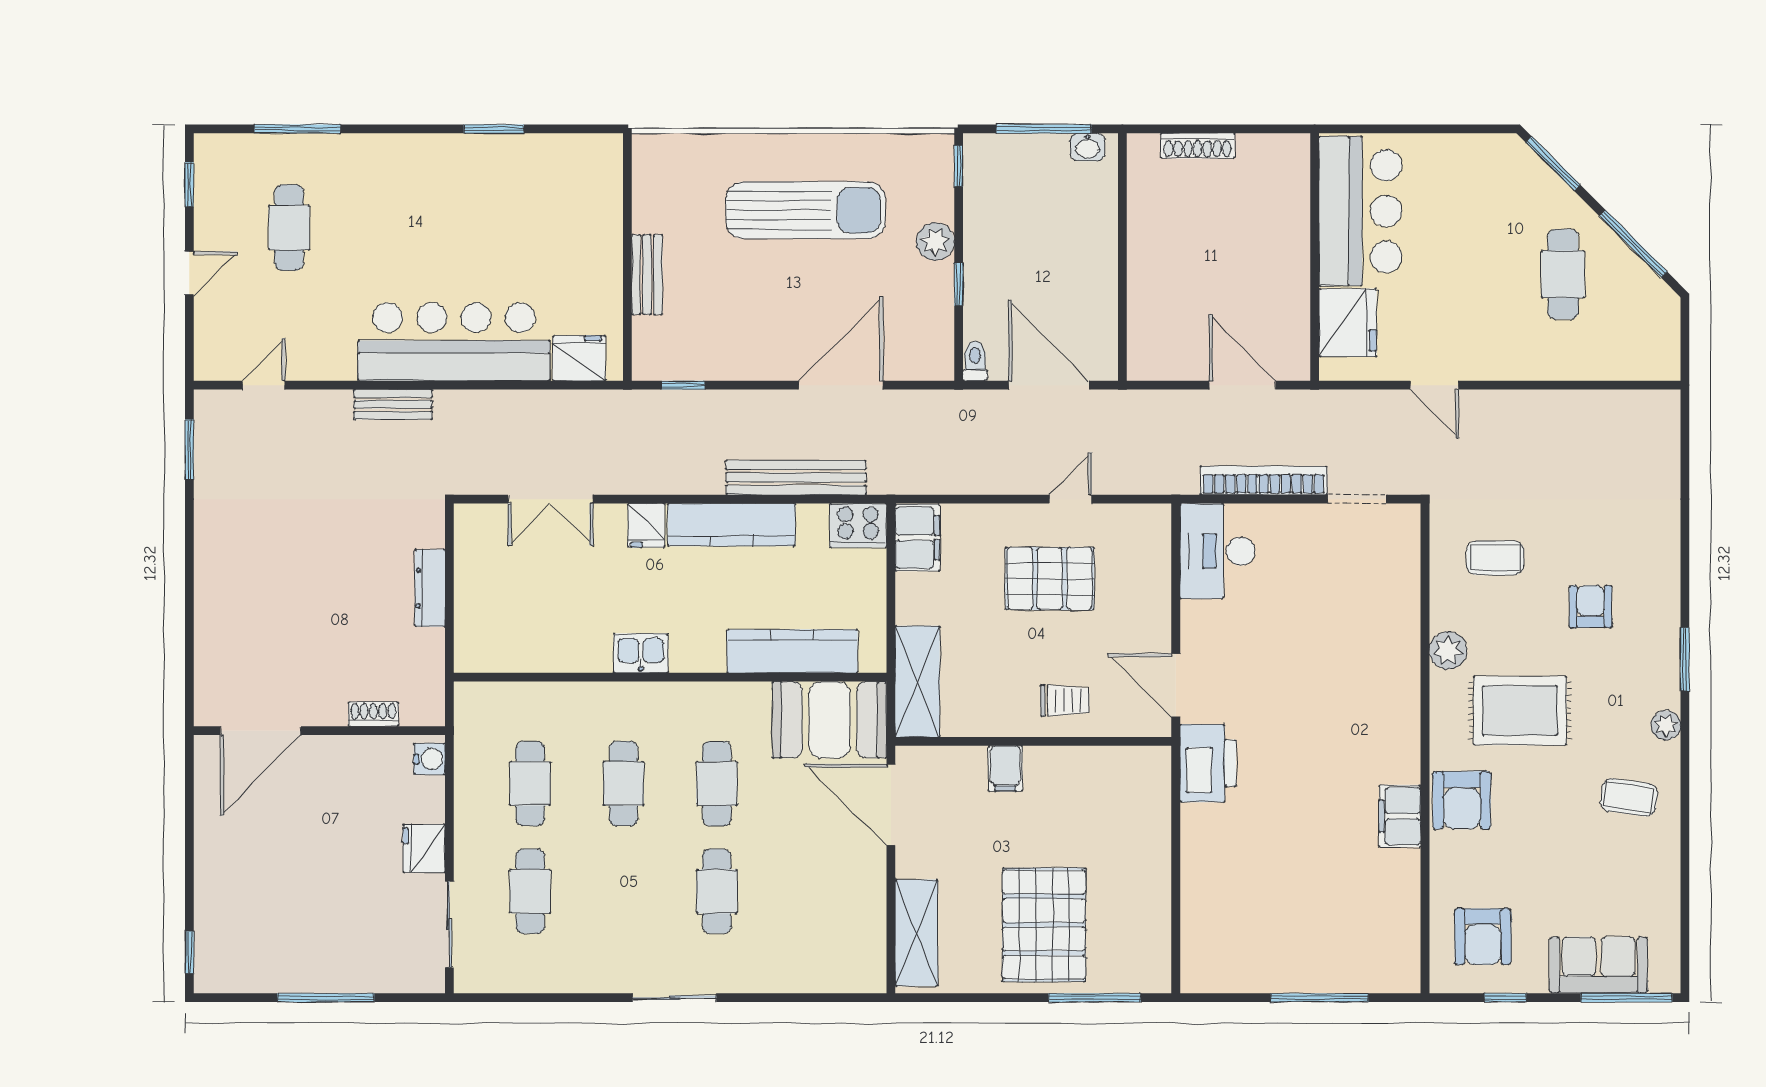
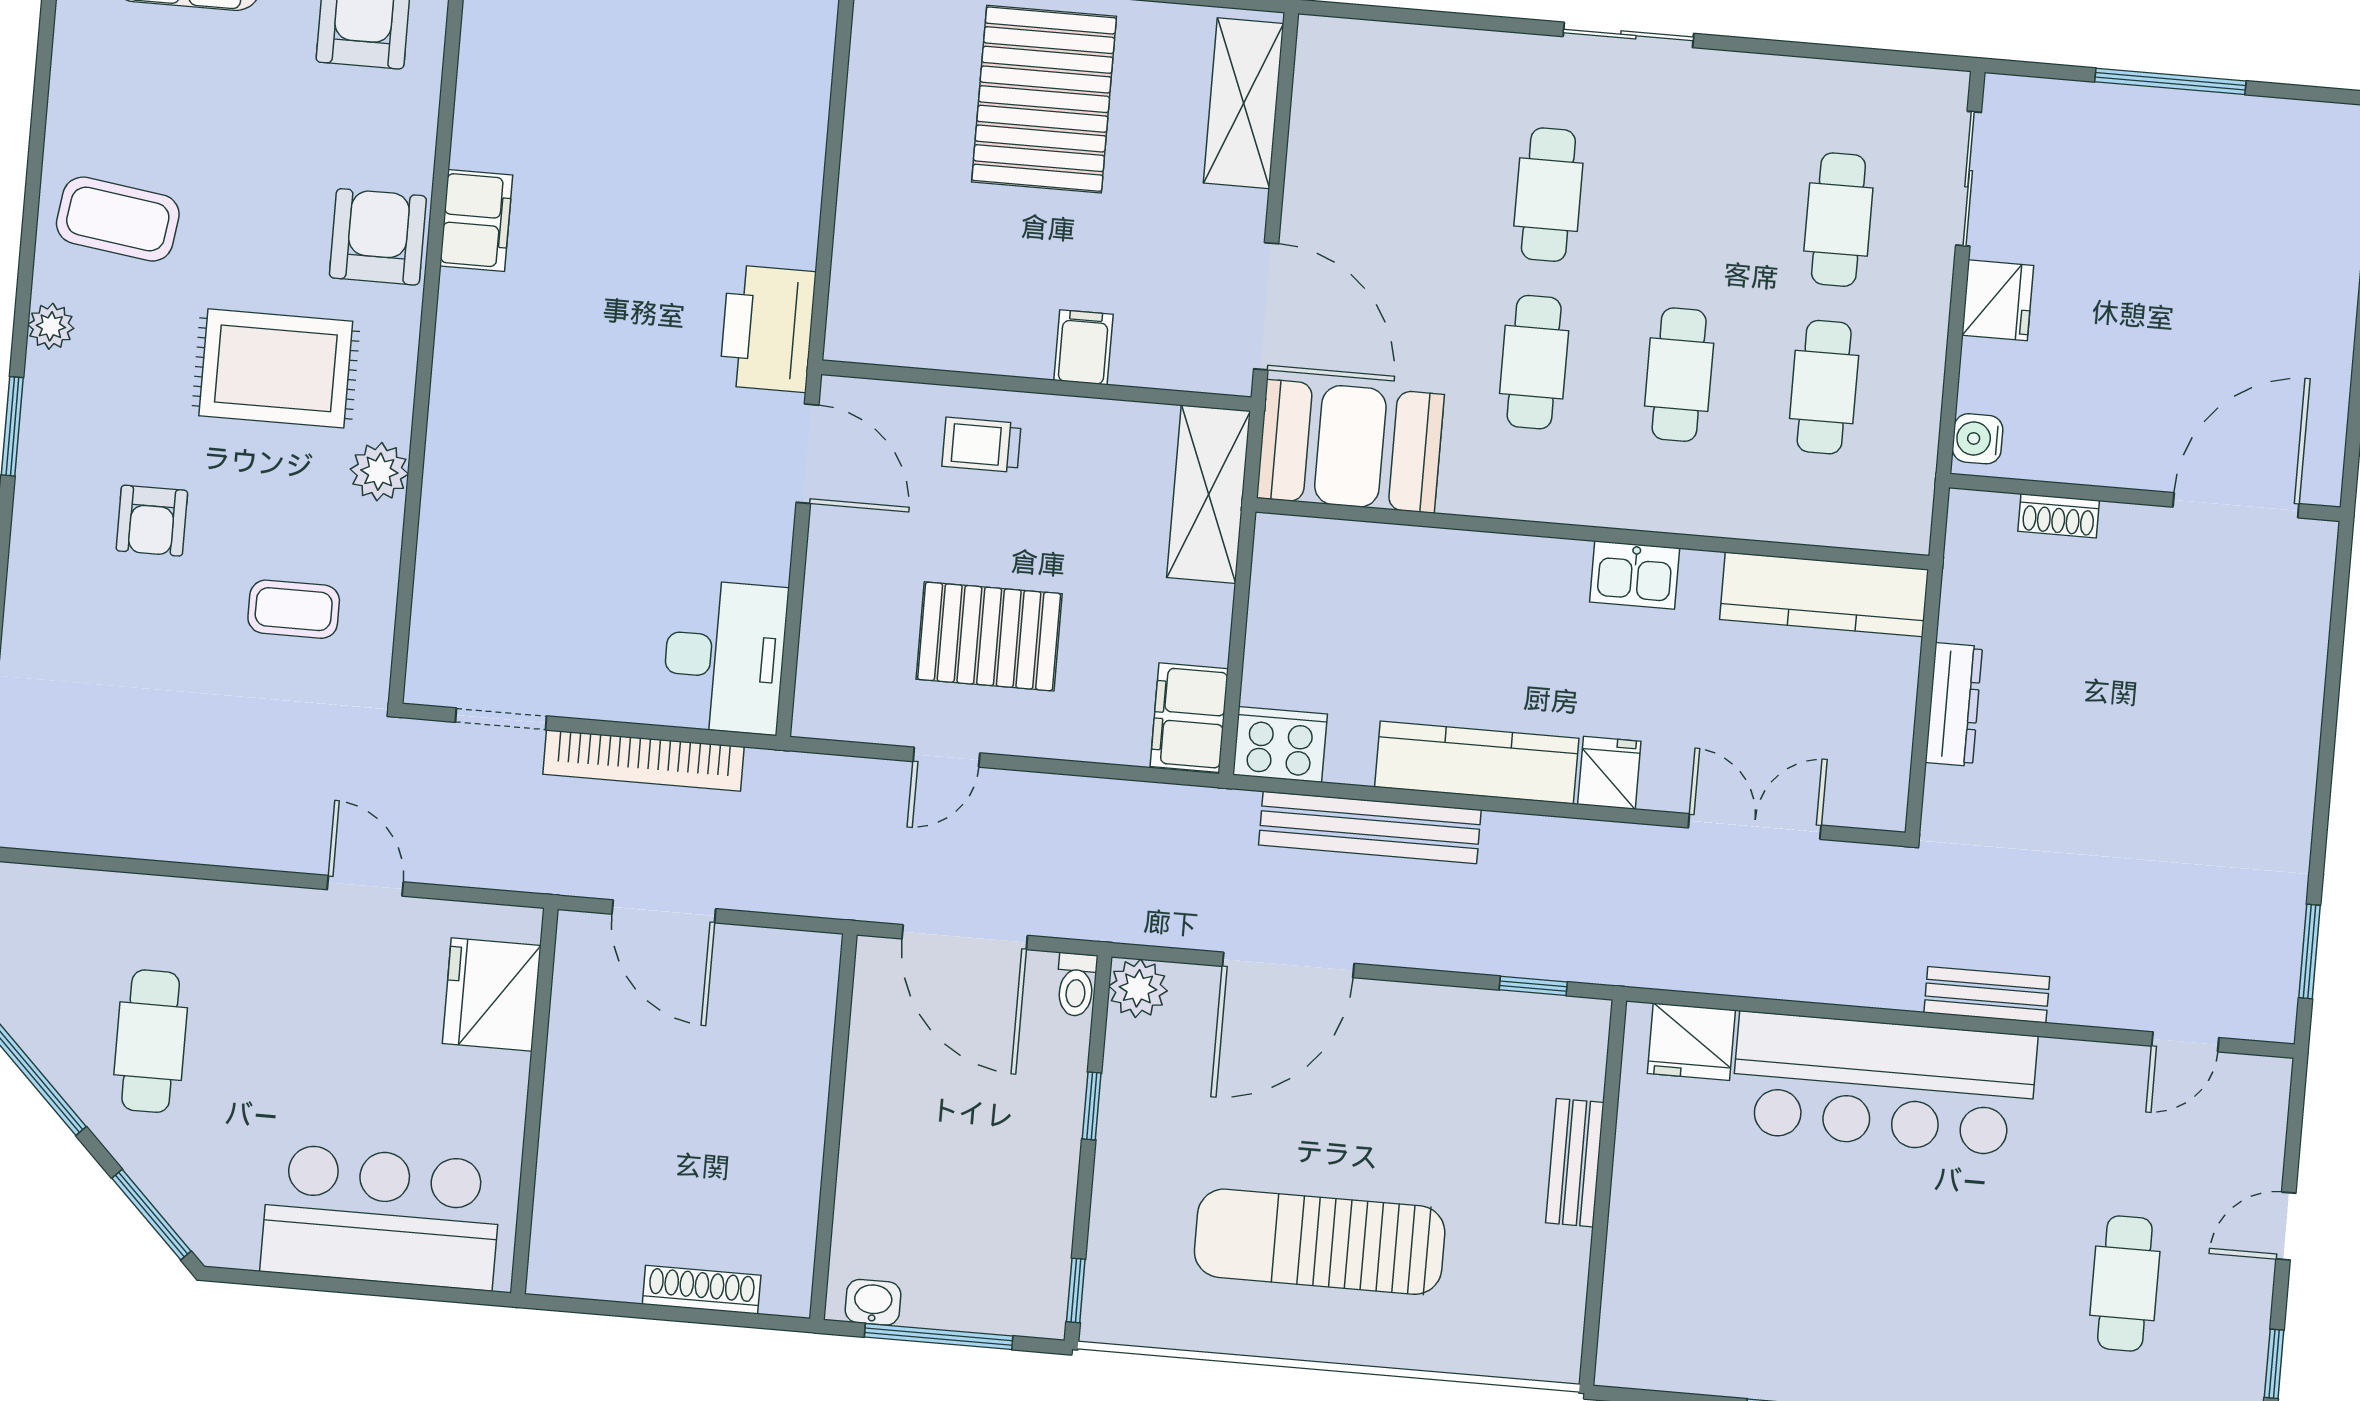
bar counter: (1360, 211) -> (381, 1217), moved, turned 90
plant: (935, 242) -> (1138, 988), moved
kitchen counter: (792, 651) -> (1824, 594), moved
coffee table: (1629, 797) -> (118, 219), width x1.36, depth x1.30

